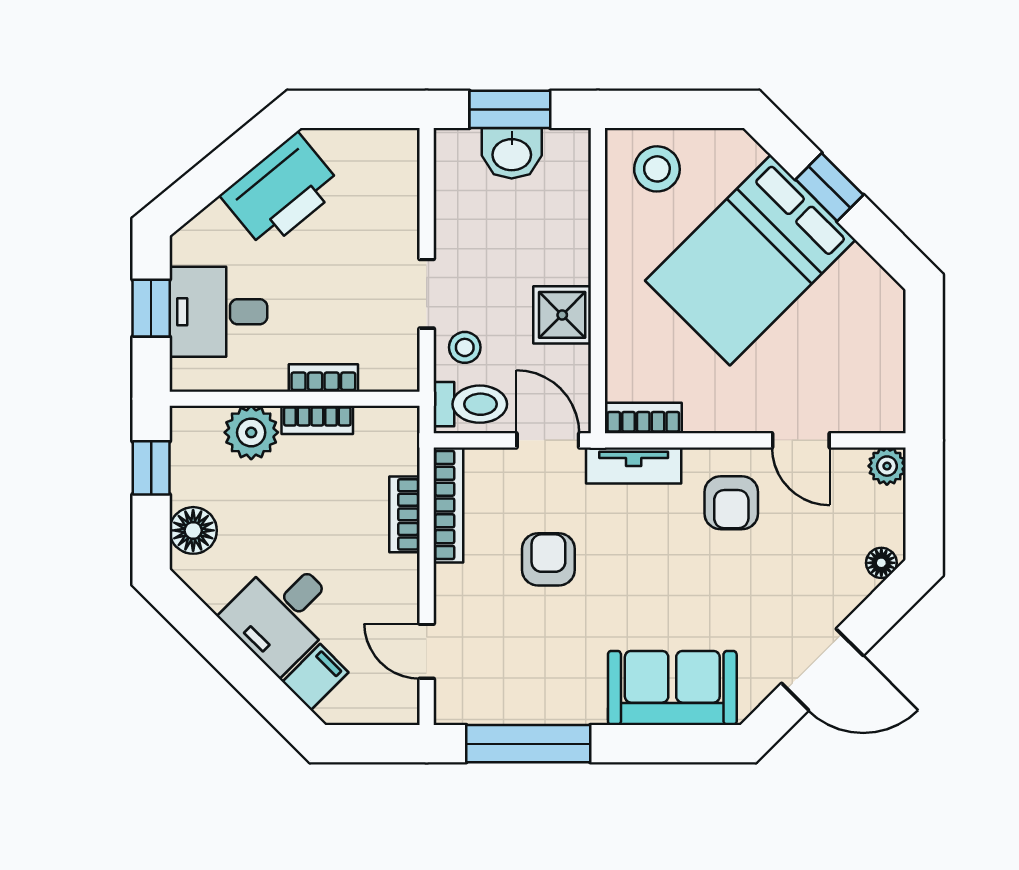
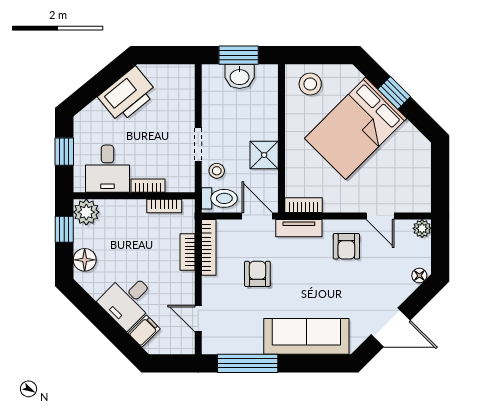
desk: (218, 312) -> (107, 169), moved, turned -90
bookcase: (317, 420) -> (164, 206), moved
plant: (251, 432) -> (86, 212), moved
sofa: (672, 688) -> (306, 336), width x1.36

